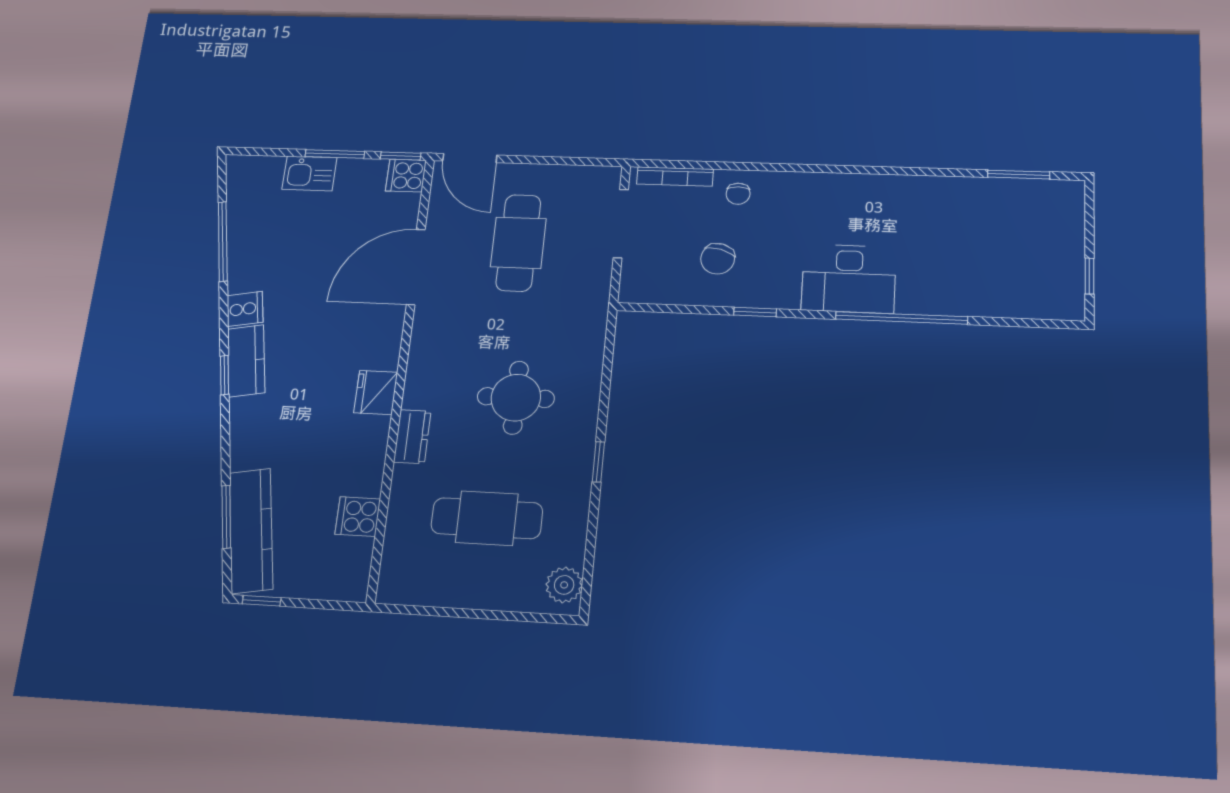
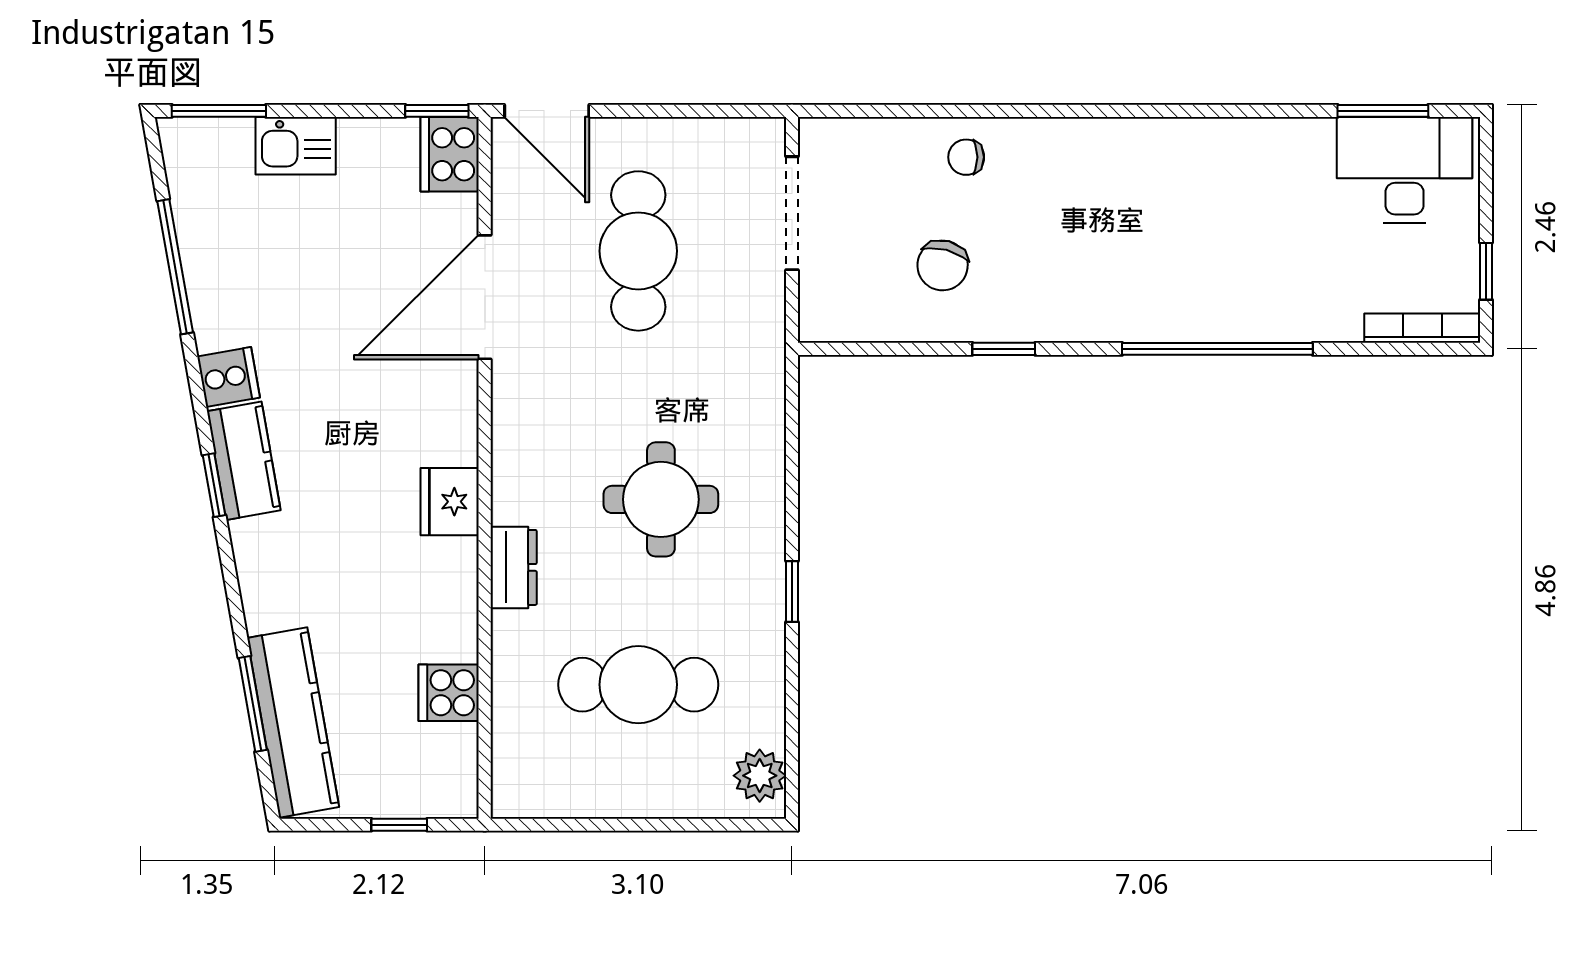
window: (335, 154) -> (219, 111), moved
cooker: (406, 176) -> (450, 154), width x1.36
bookcase: (675, 177) -> (1422, 328), moved, turned 180
chair: (738, 194) -> (966, 157), turned 90
desk: (849, 279) -> (1405, 170), moved, turned 180
window: (262, 601) -> (399, 825), moved

